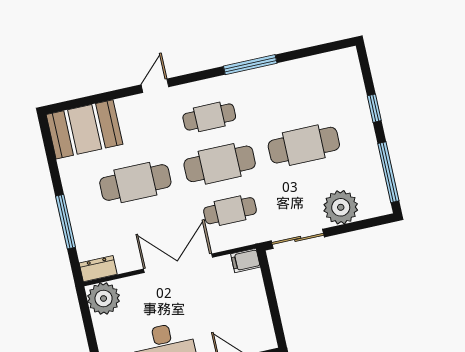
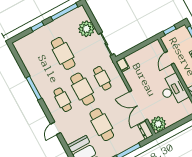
door: (155, 86) -> (56, 128), hinge flipped
double door: (178, 263) -> (138, 105), moved

